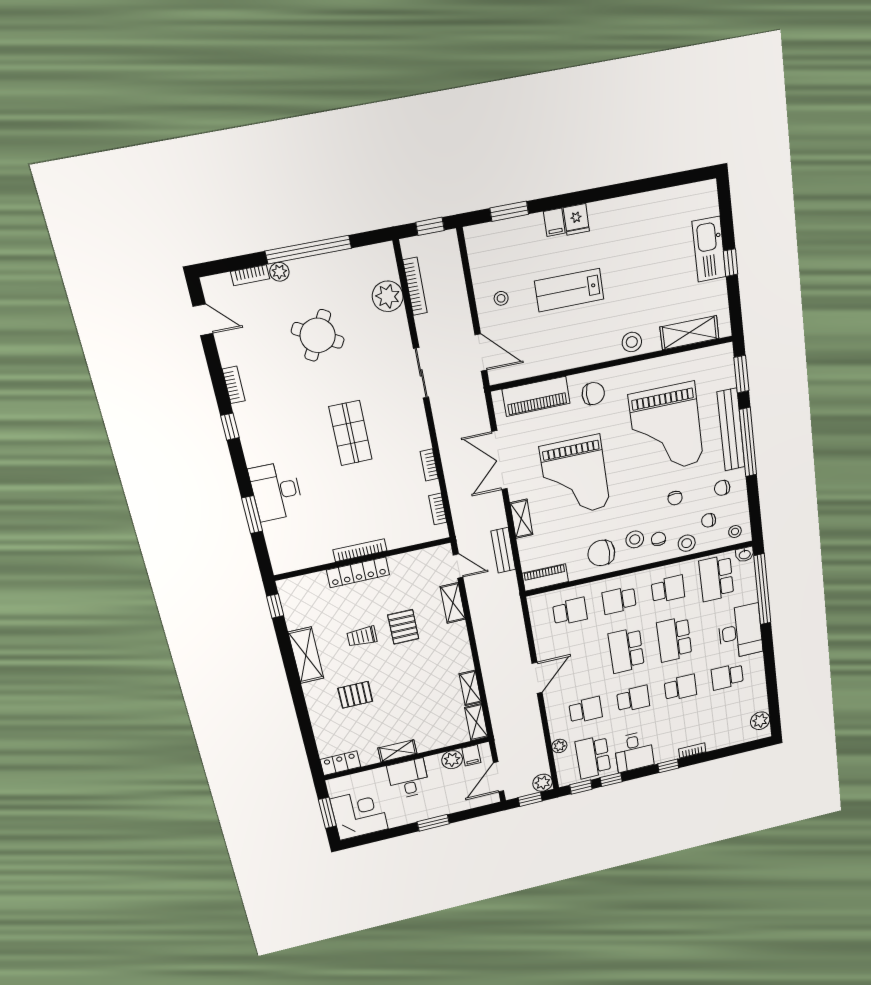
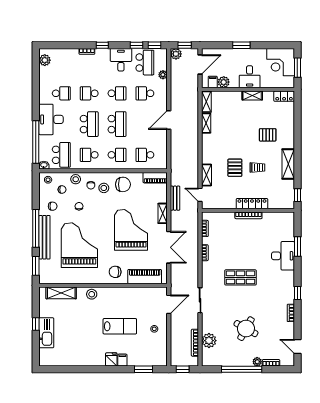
door: (481, 352) -> (169, 304), swing flipped
shop shelf: (350, 433) -> (241, 277), turned 90
school desk: (633, 699) -> (117, 93), turned 180

